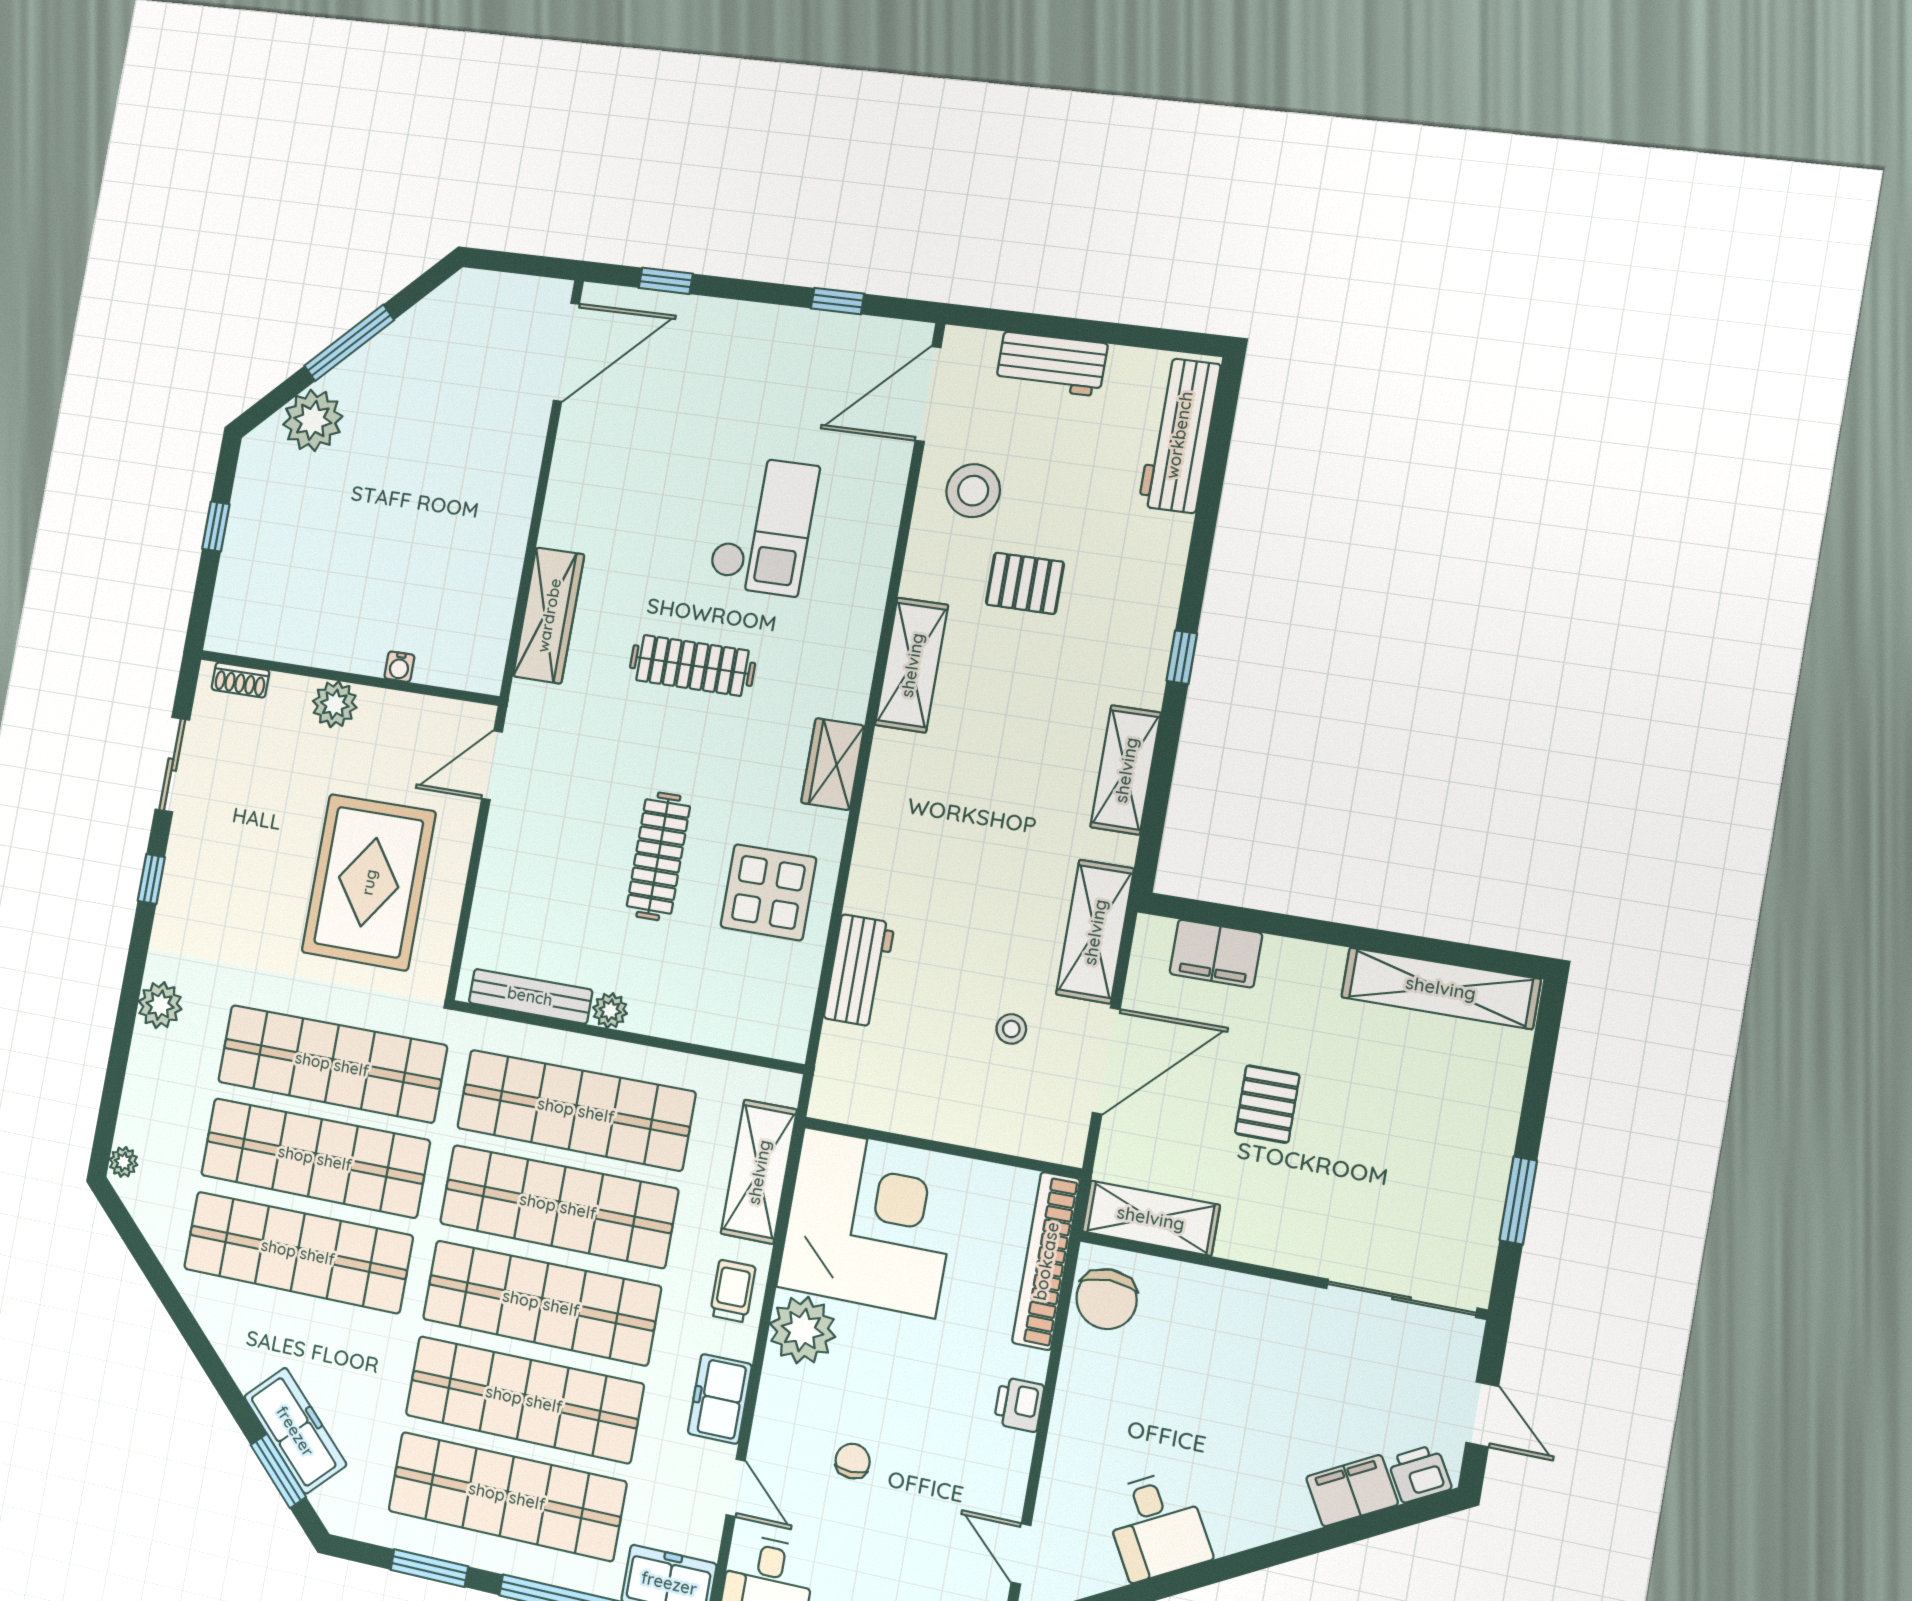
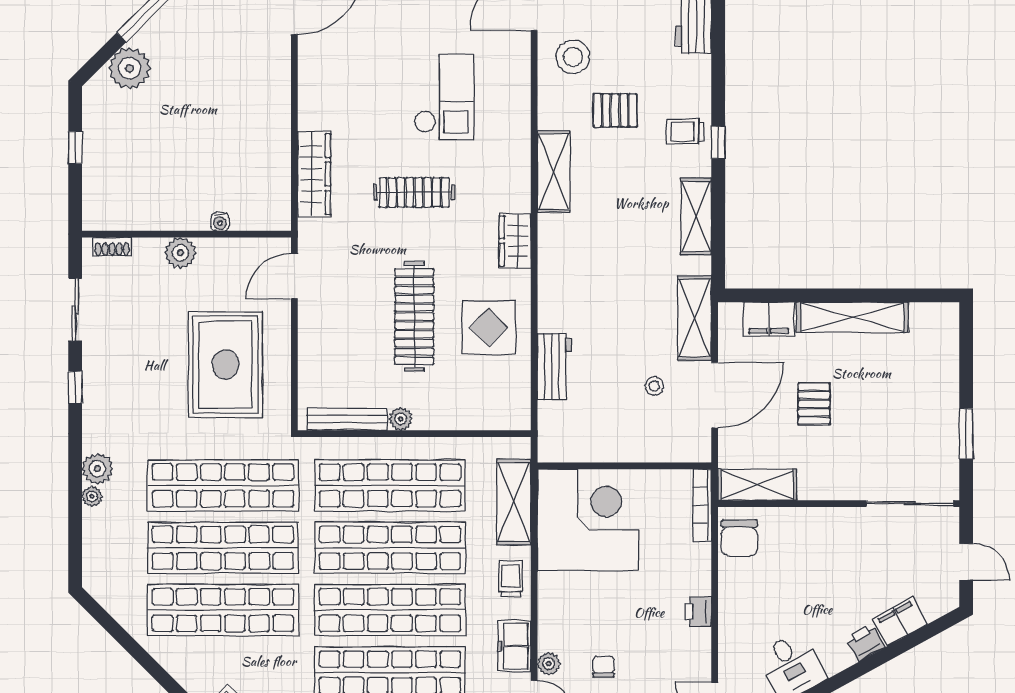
trolley: (1131, 632) -> (685, 132), added
clothes rail: (658, 856) -> (414, 317), width x1.37, depth x1.31
shelving: (1441, 988) -> (852, 317), moved
plant: (123, 1162) -> (92, 496), moved
bookcase: (1046, 1261) -> (702, 505), width x0.68, depth x0.76
plant: (802, 1330) -> (549, 664), moved, width x0.53, depth x0.53
printer: (1419, 1474) -> (866, 642), moved

